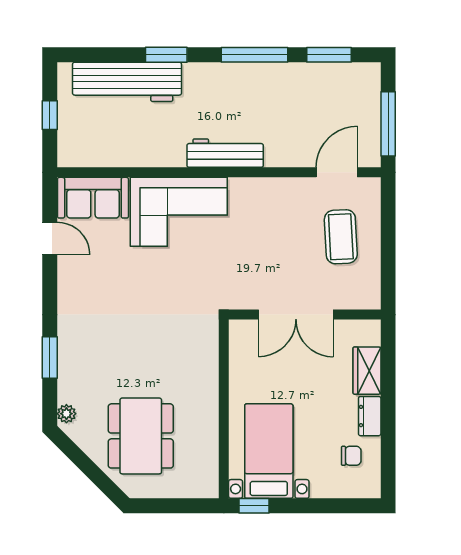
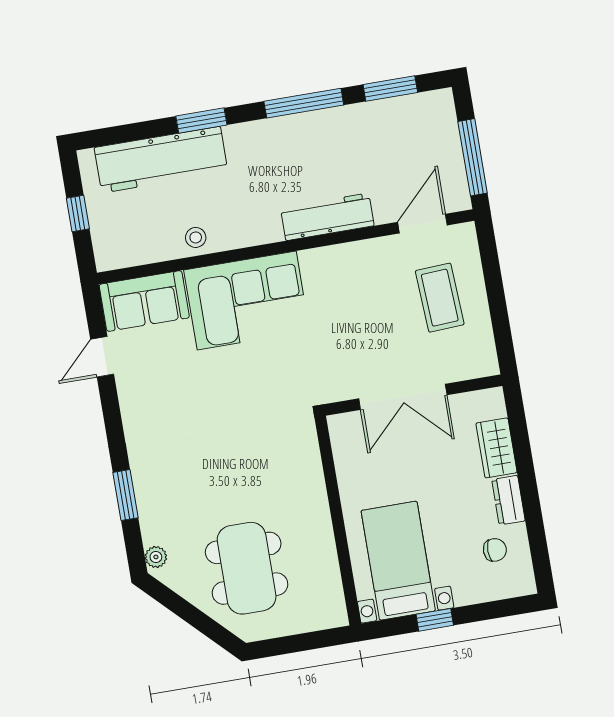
stool: (145, 152) -> (196, 237), added
workbench: (225, 153) -> (327, 217), moved
door: (50, 238) -> (102, 357), swing flipped
window: (254, 506) -> (435, 620), moved

